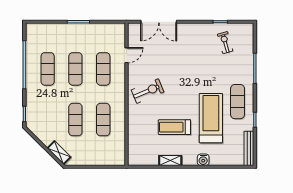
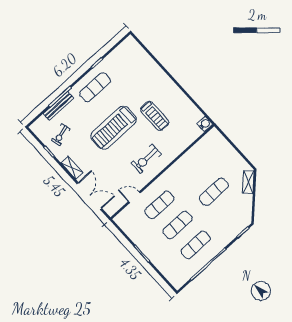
exercise bike: (148, 91) -> (146, 159), turned -67
treadmill: (211, 118) -> (114, 128), moved
exercise mat: (103, 120) -> (196, 172), removed
bench: (249, 148) -> (58, 106), moved
shelving: (170, 160) -> (72, 168), moved
water cooler: (203, 160) -> (205, 124), moved

